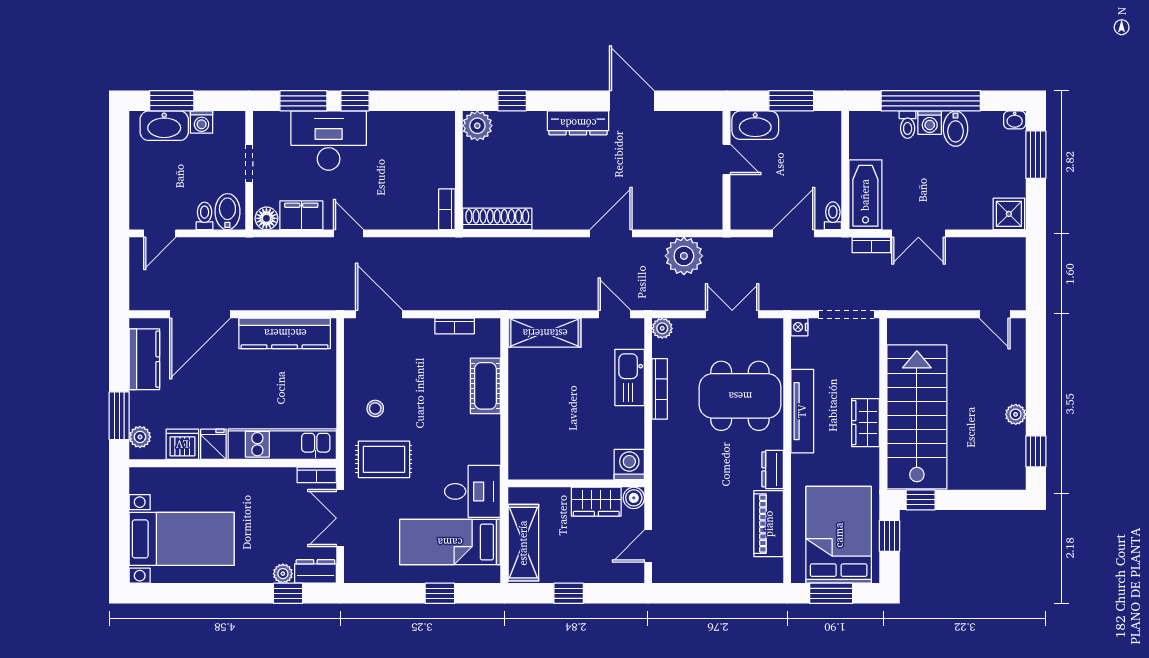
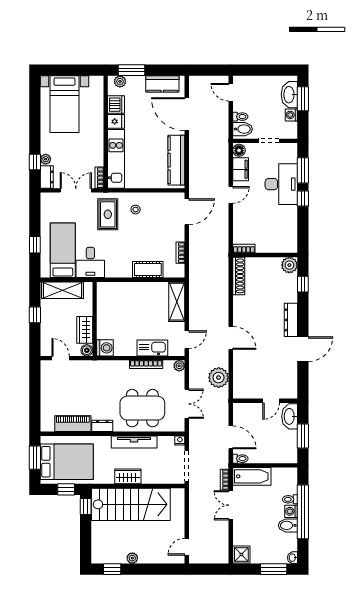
dining table: (740, 396) -> (142, 408), turned 90

